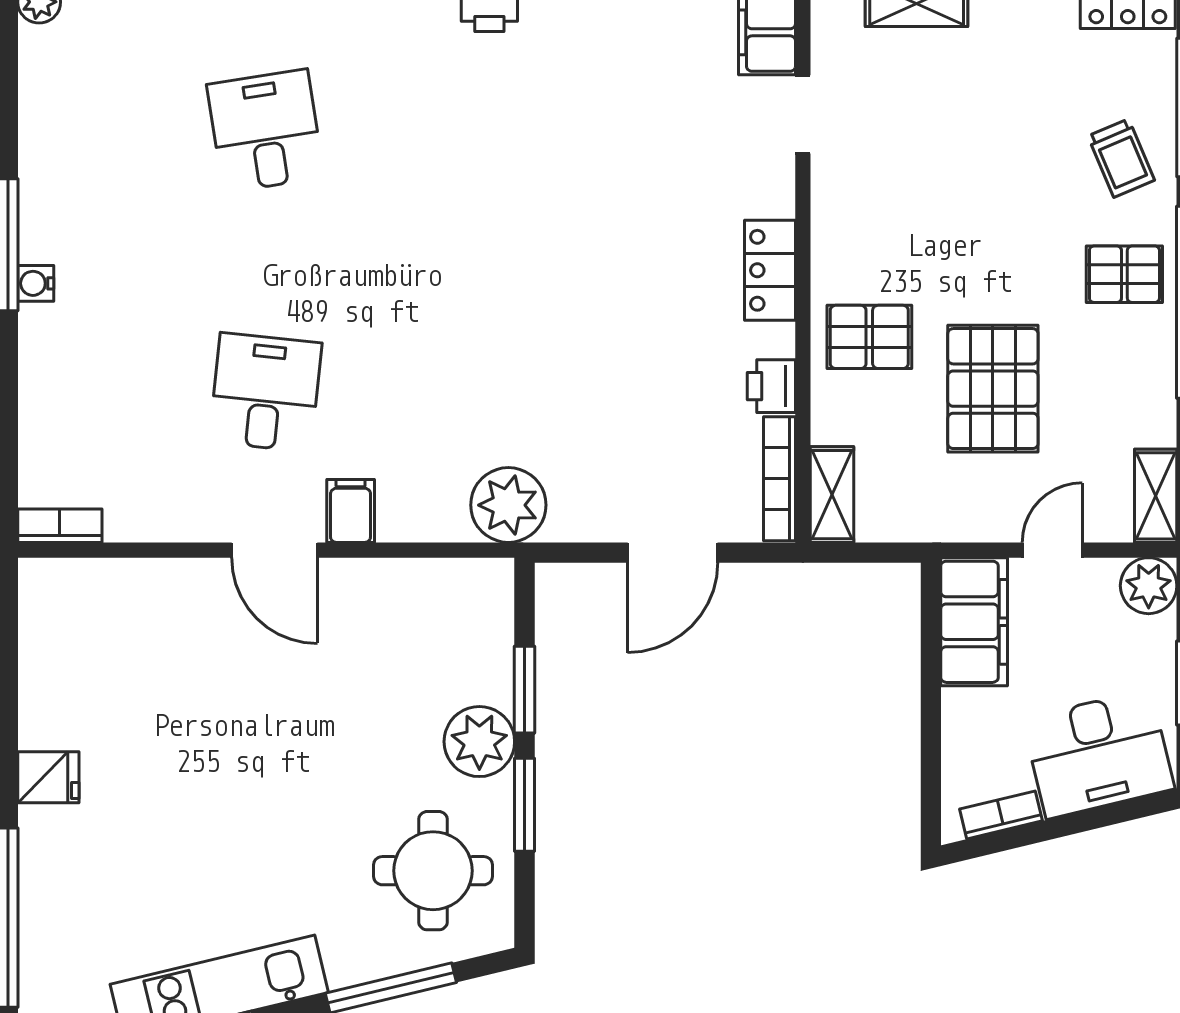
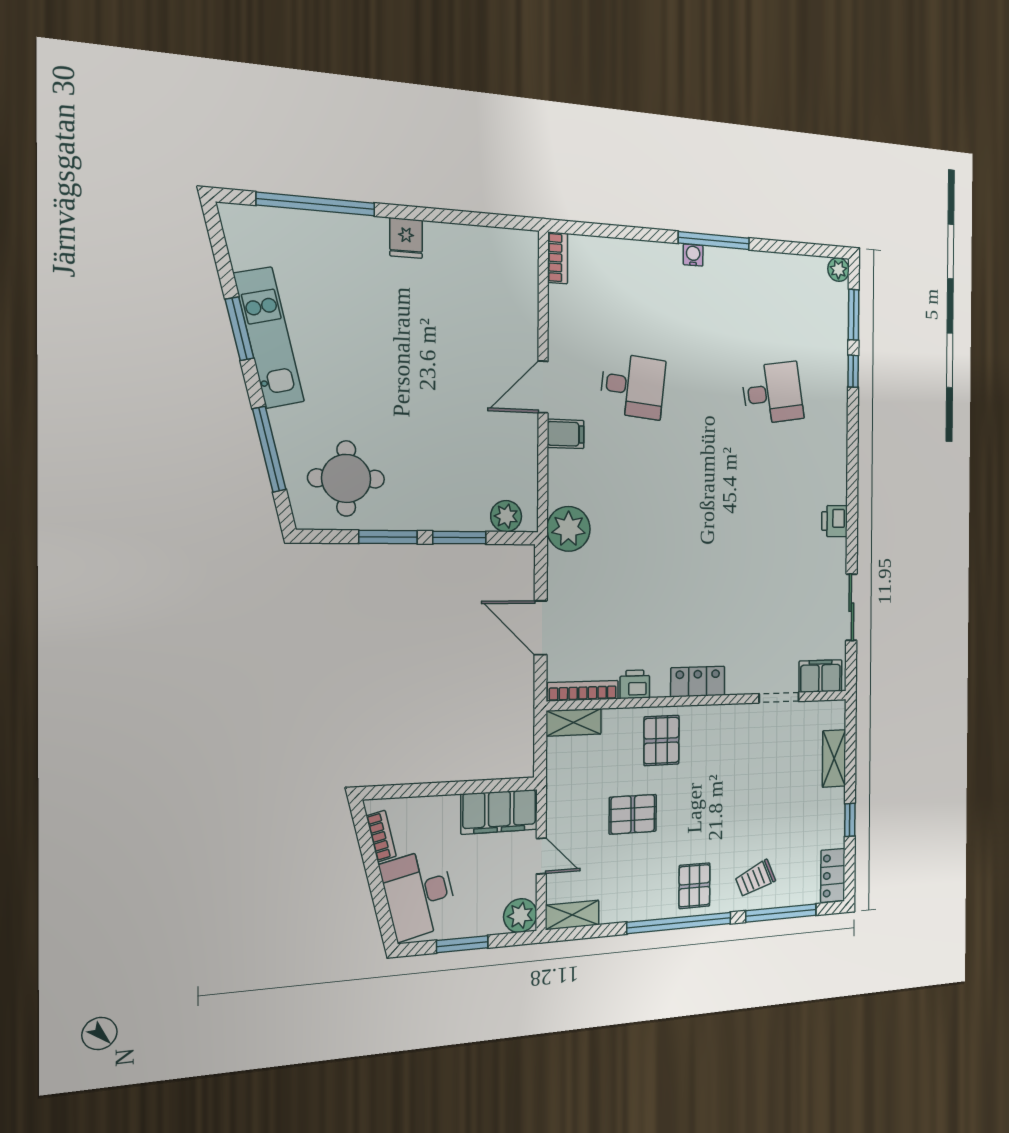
pallet: (993, 389) -> (633, 814), width x0.67, depth x0.71
plant: (479, 742) -> (506, 516), moved, width x0.73, depth x0.73

